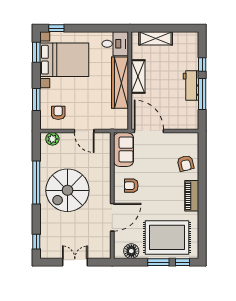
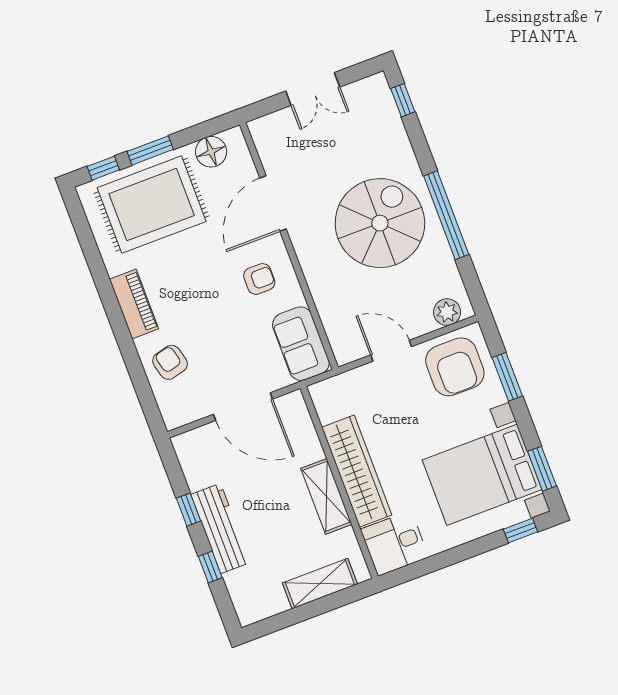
workbench: (191, 86) -> (221, 528), width x1.38
window: (202, 94) -> (189, 510), width x0.46
armchair: (58, 113) -> (455, 367), width x1.88, depth x1.88
door: (149, 131) -> (243, 407), moved

